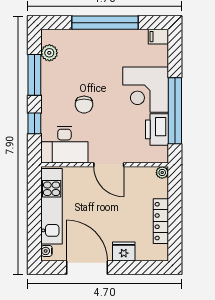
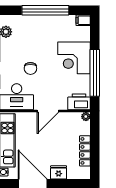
printer: (157, 129) -> (79, 102), moved, turned 90
door: (109, 165) -> (48, 111), hinge flipped

